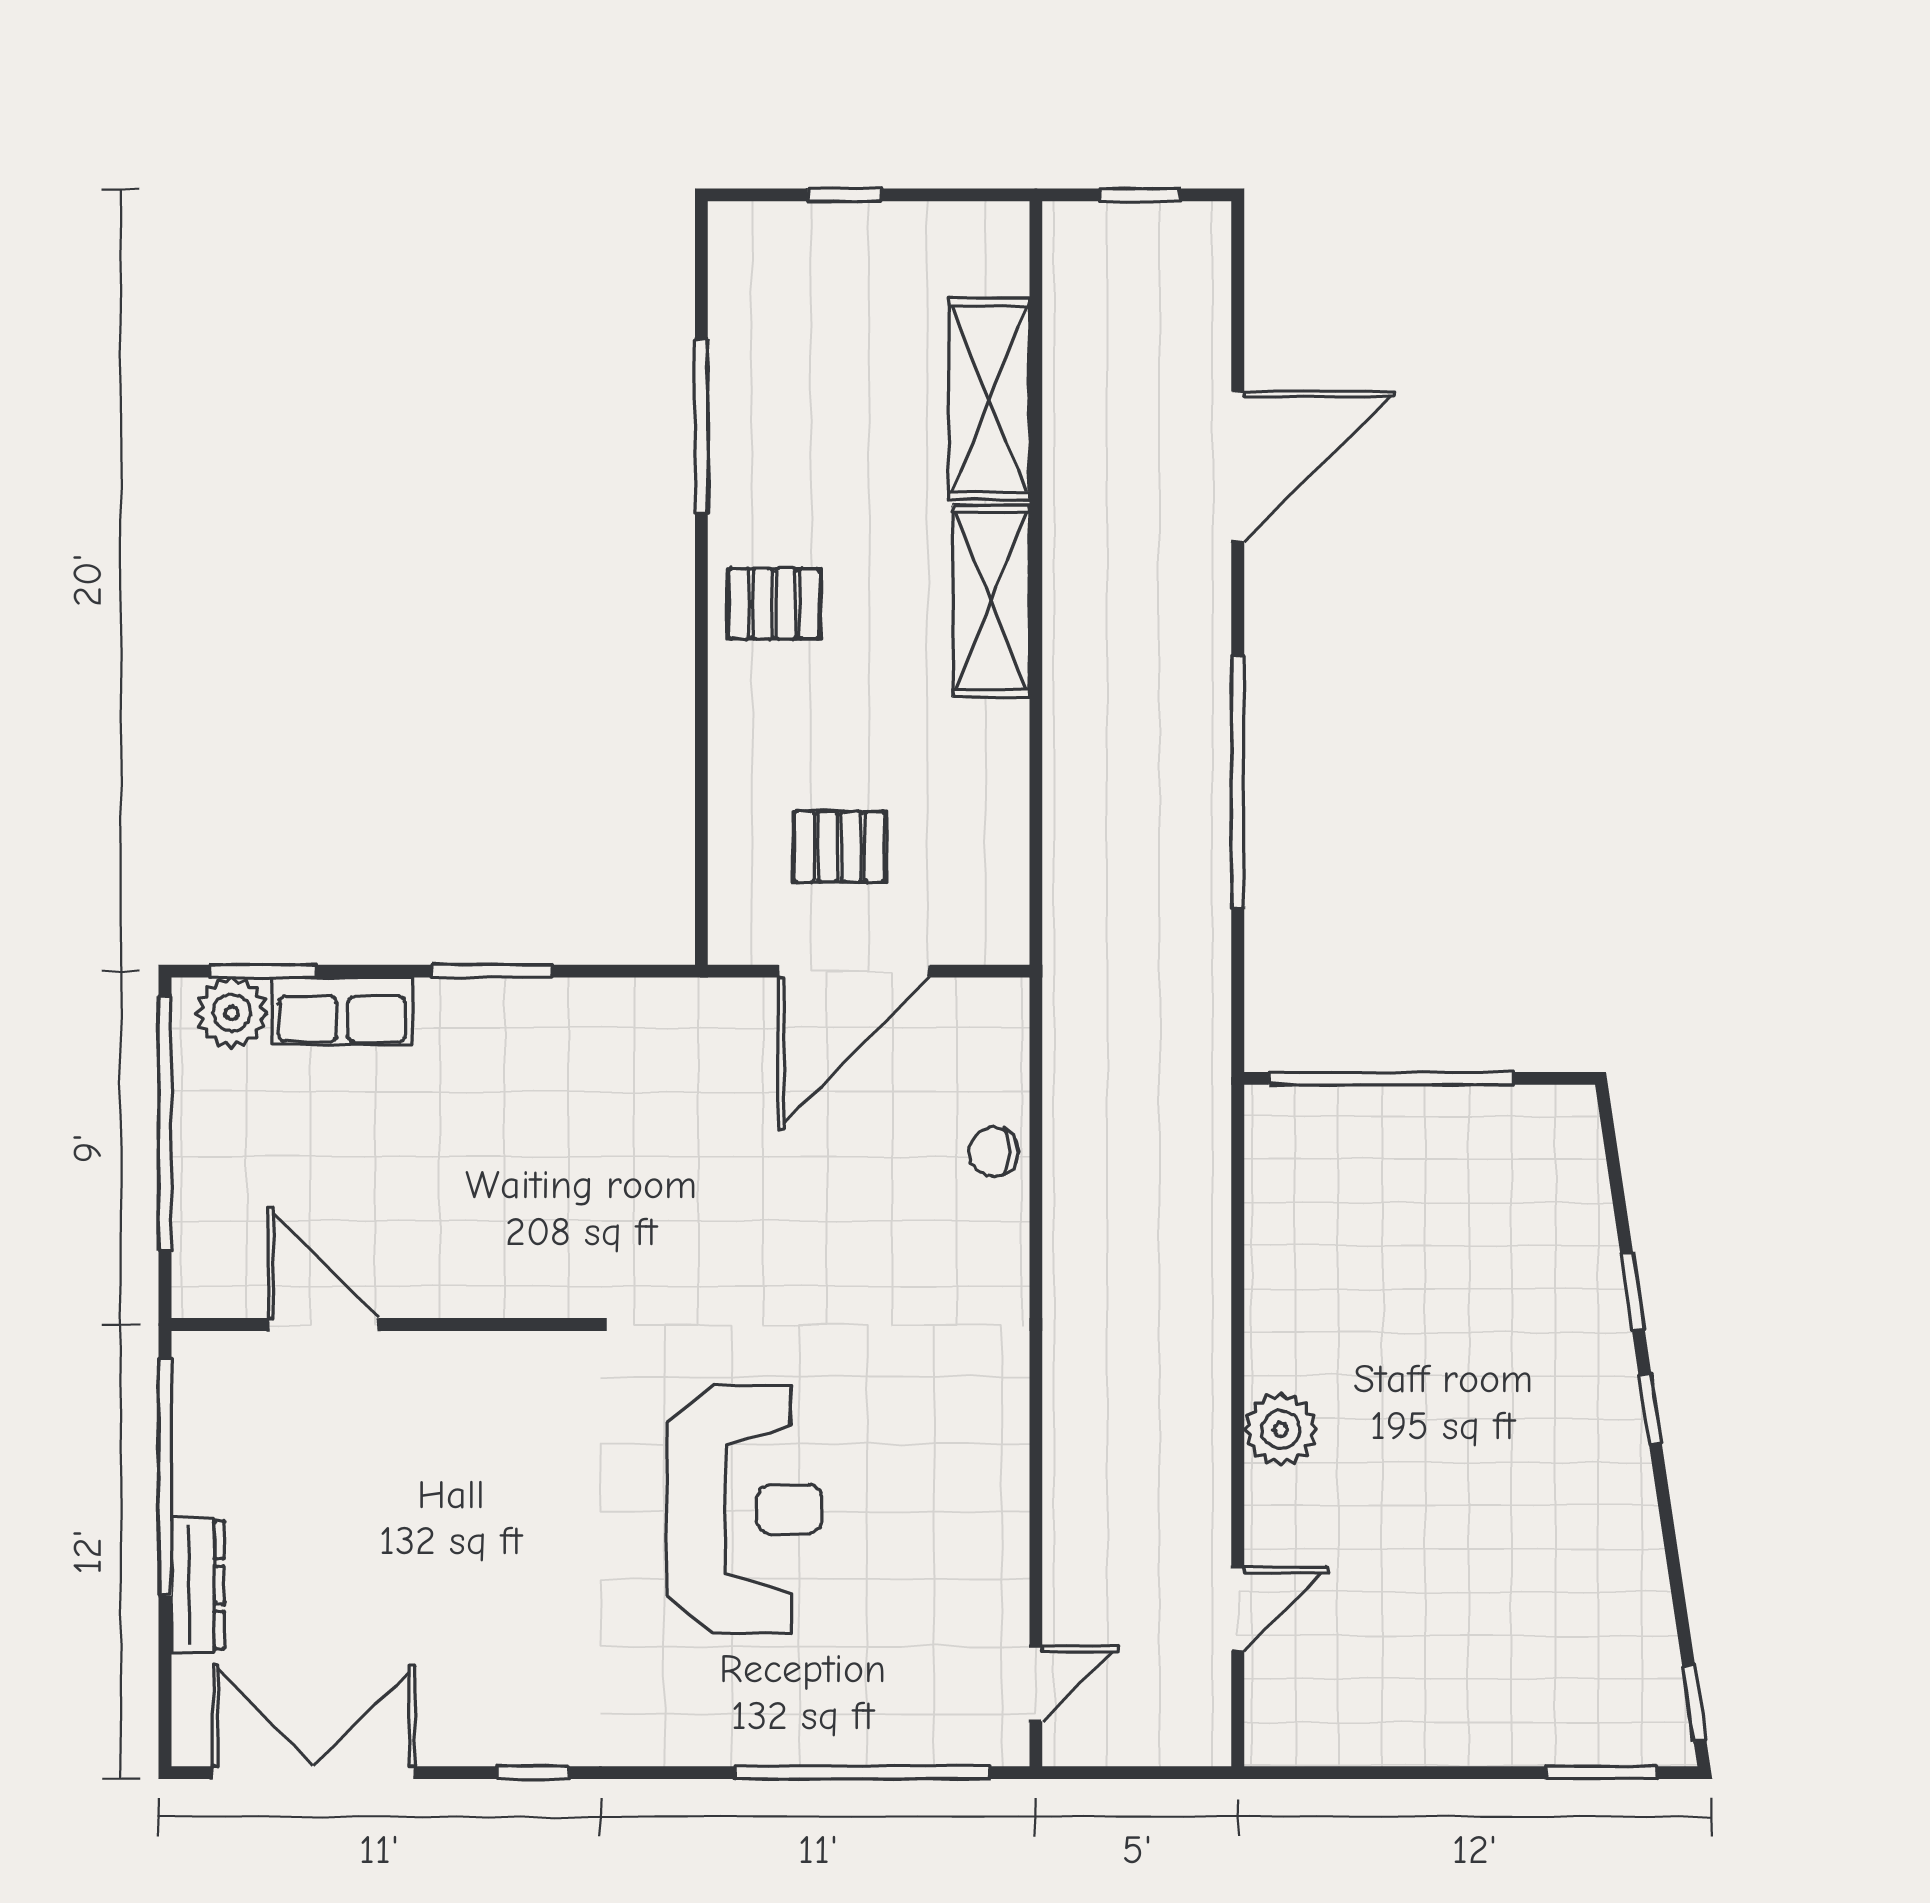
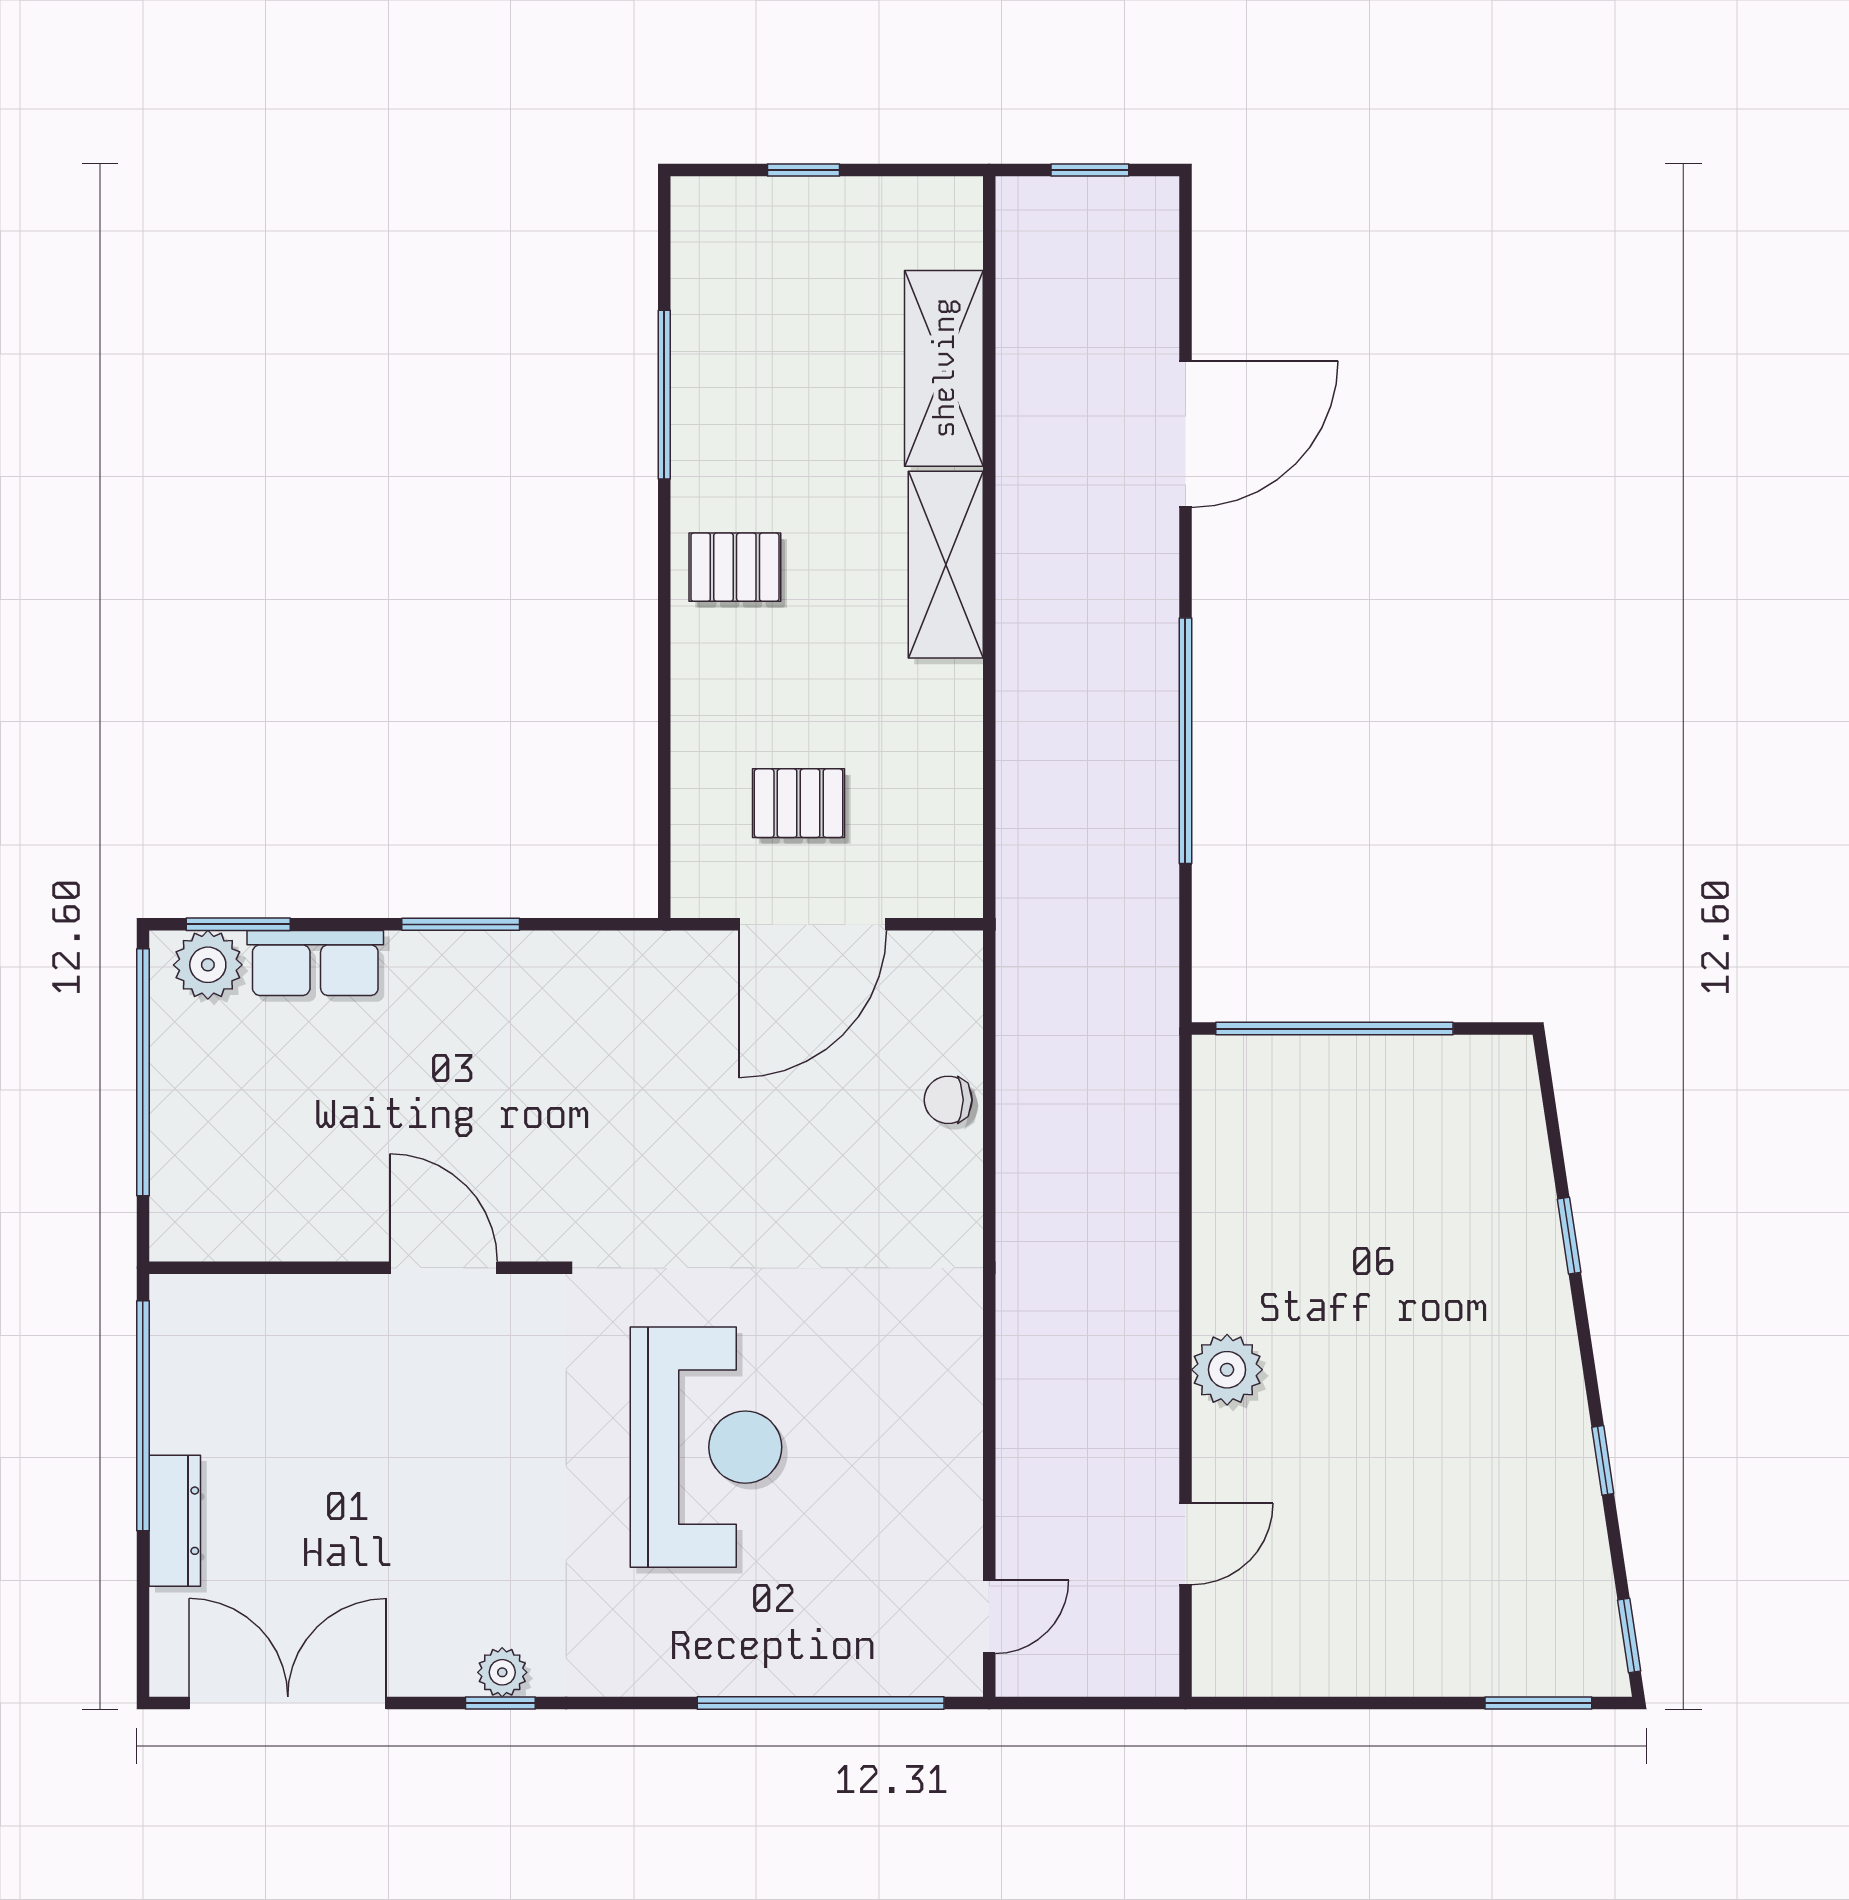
door: (323, 1325) -> (443, 1268), moved
window: (1650, 1409) -> (1603, 1460), moved
plant: (535, 1741) -> (502, 1672), added

